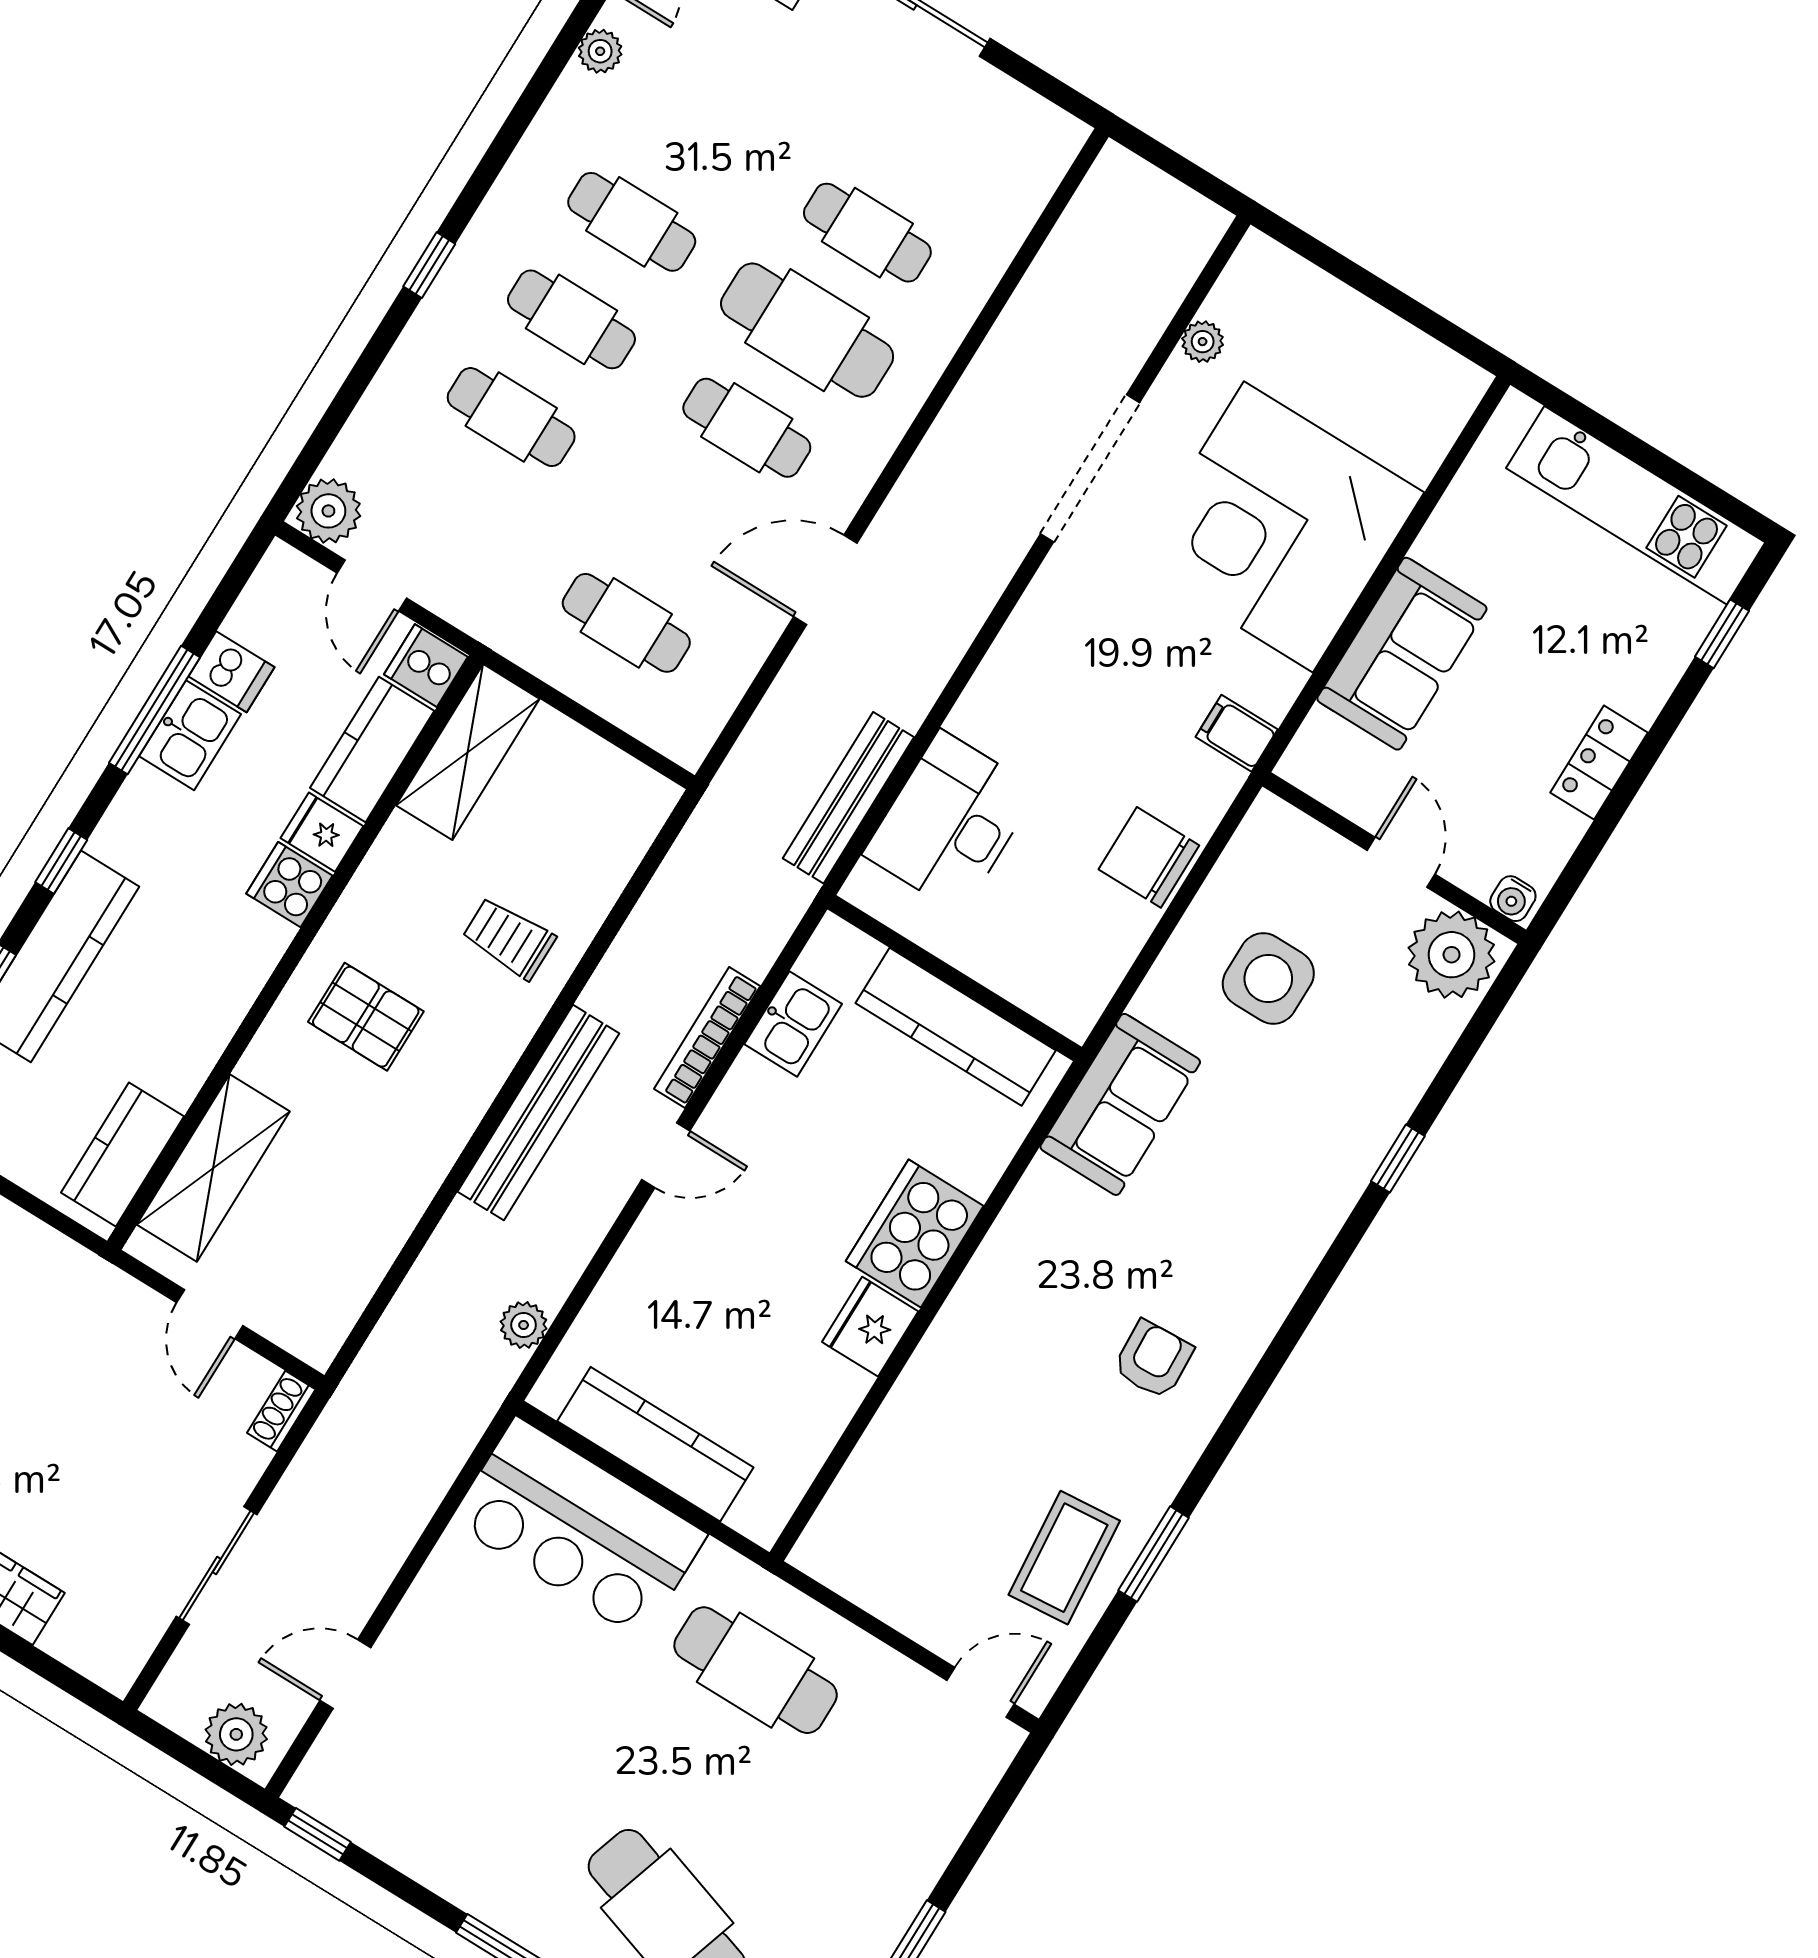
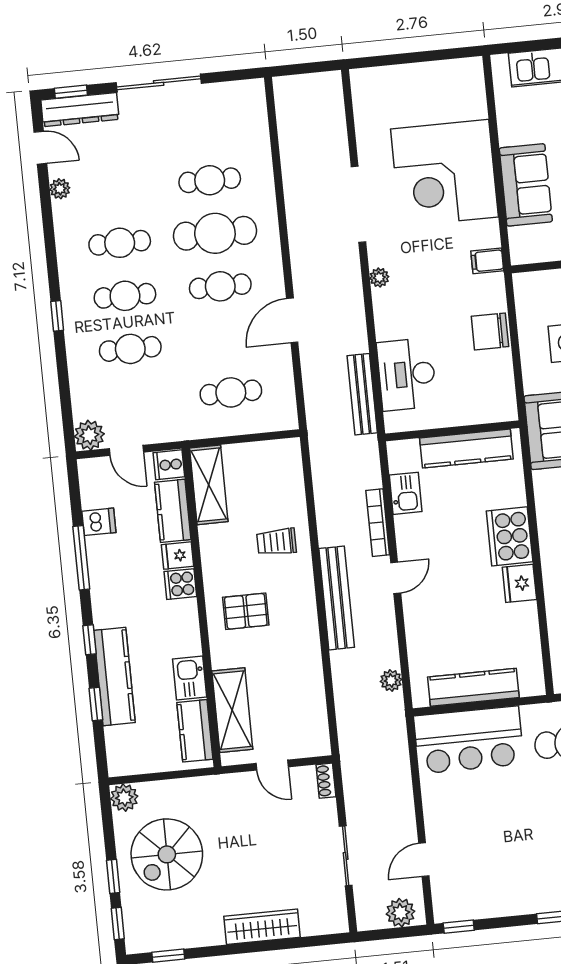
plant: (1203, 342) -> (379, 278), moved
kitchen sink: (190, 735) -> (190, 678), moved, turned 180

